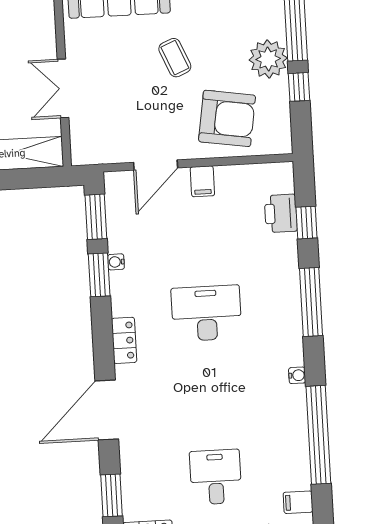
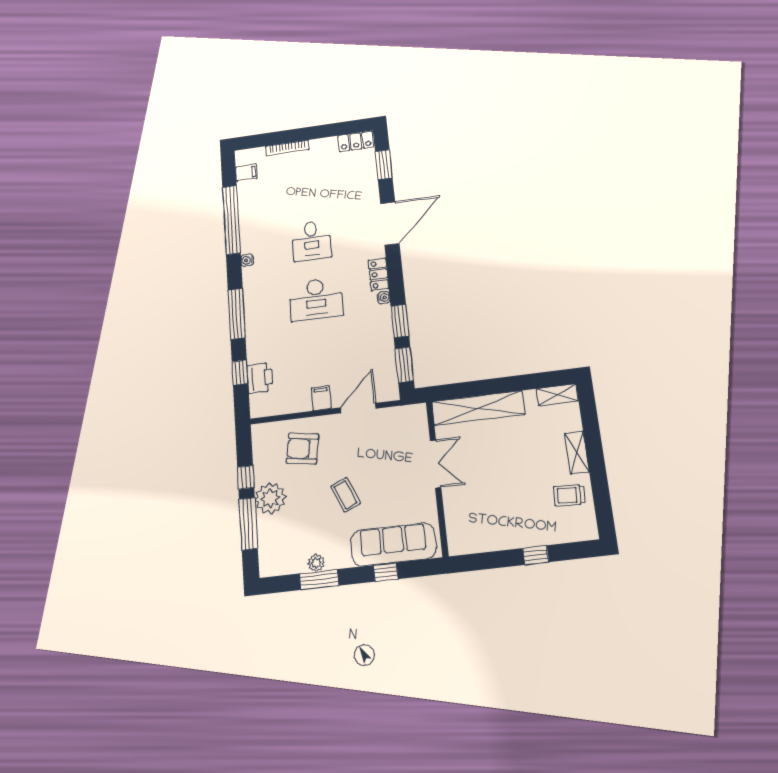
armchair: (227, 118) -> (303, 449), width x0.73, depth x0.73
water cooler: (116, 262) -> (384, 298), moved
desk: (216, 477) -> (311, 241), moved

